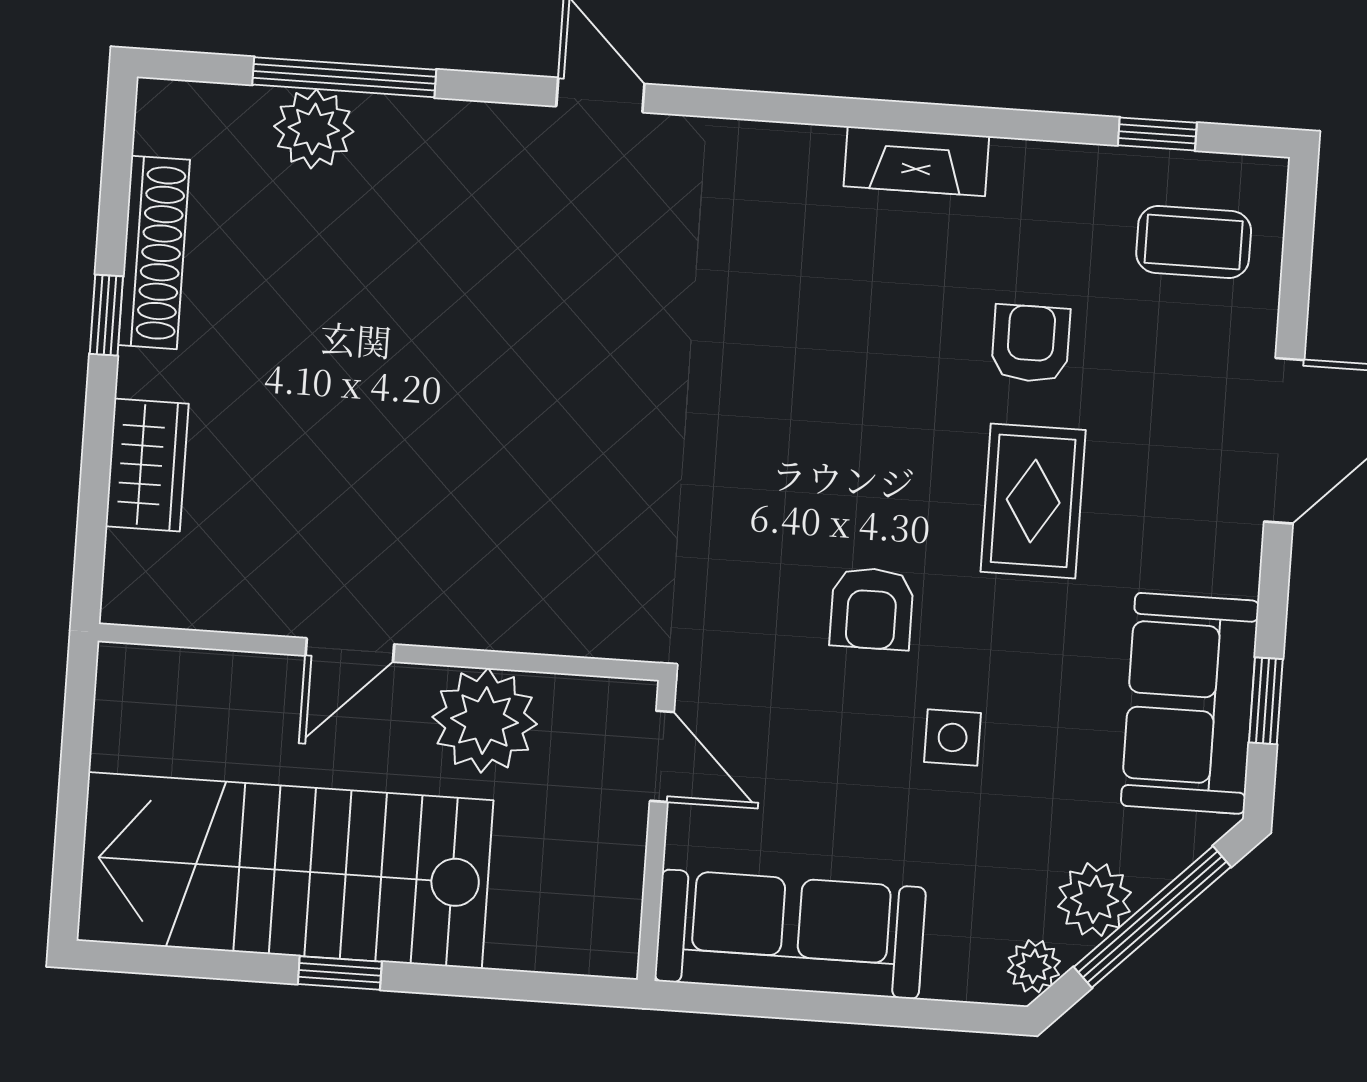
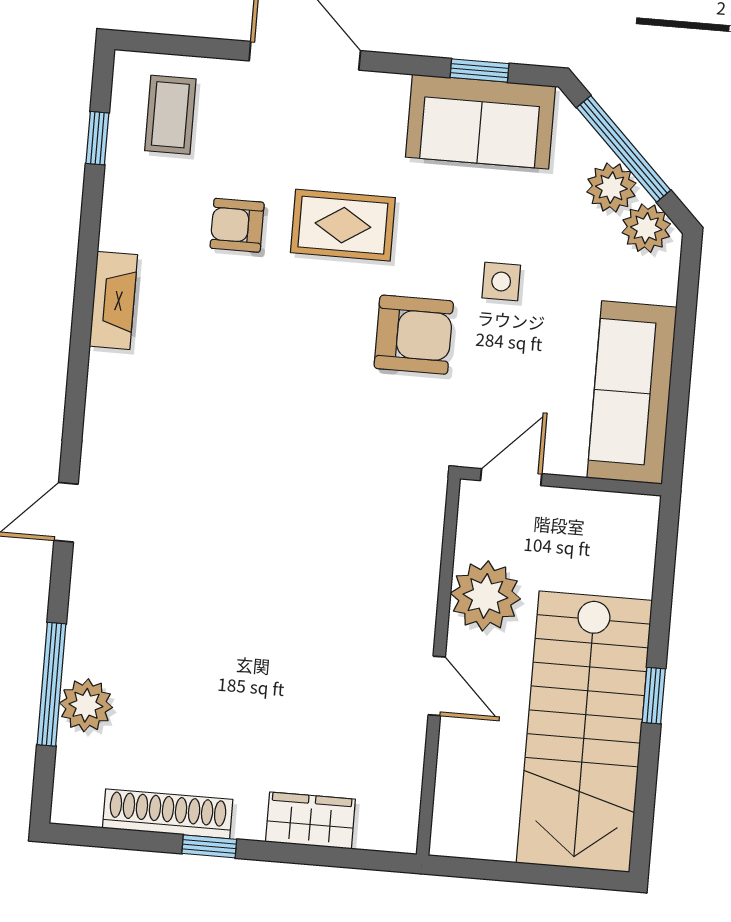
armchair: (872, 608) -> (414, 335), width x1.38, depth x1.38
plant: (1034, 966) -> (646, 228), width x1.38, depth x1.38

